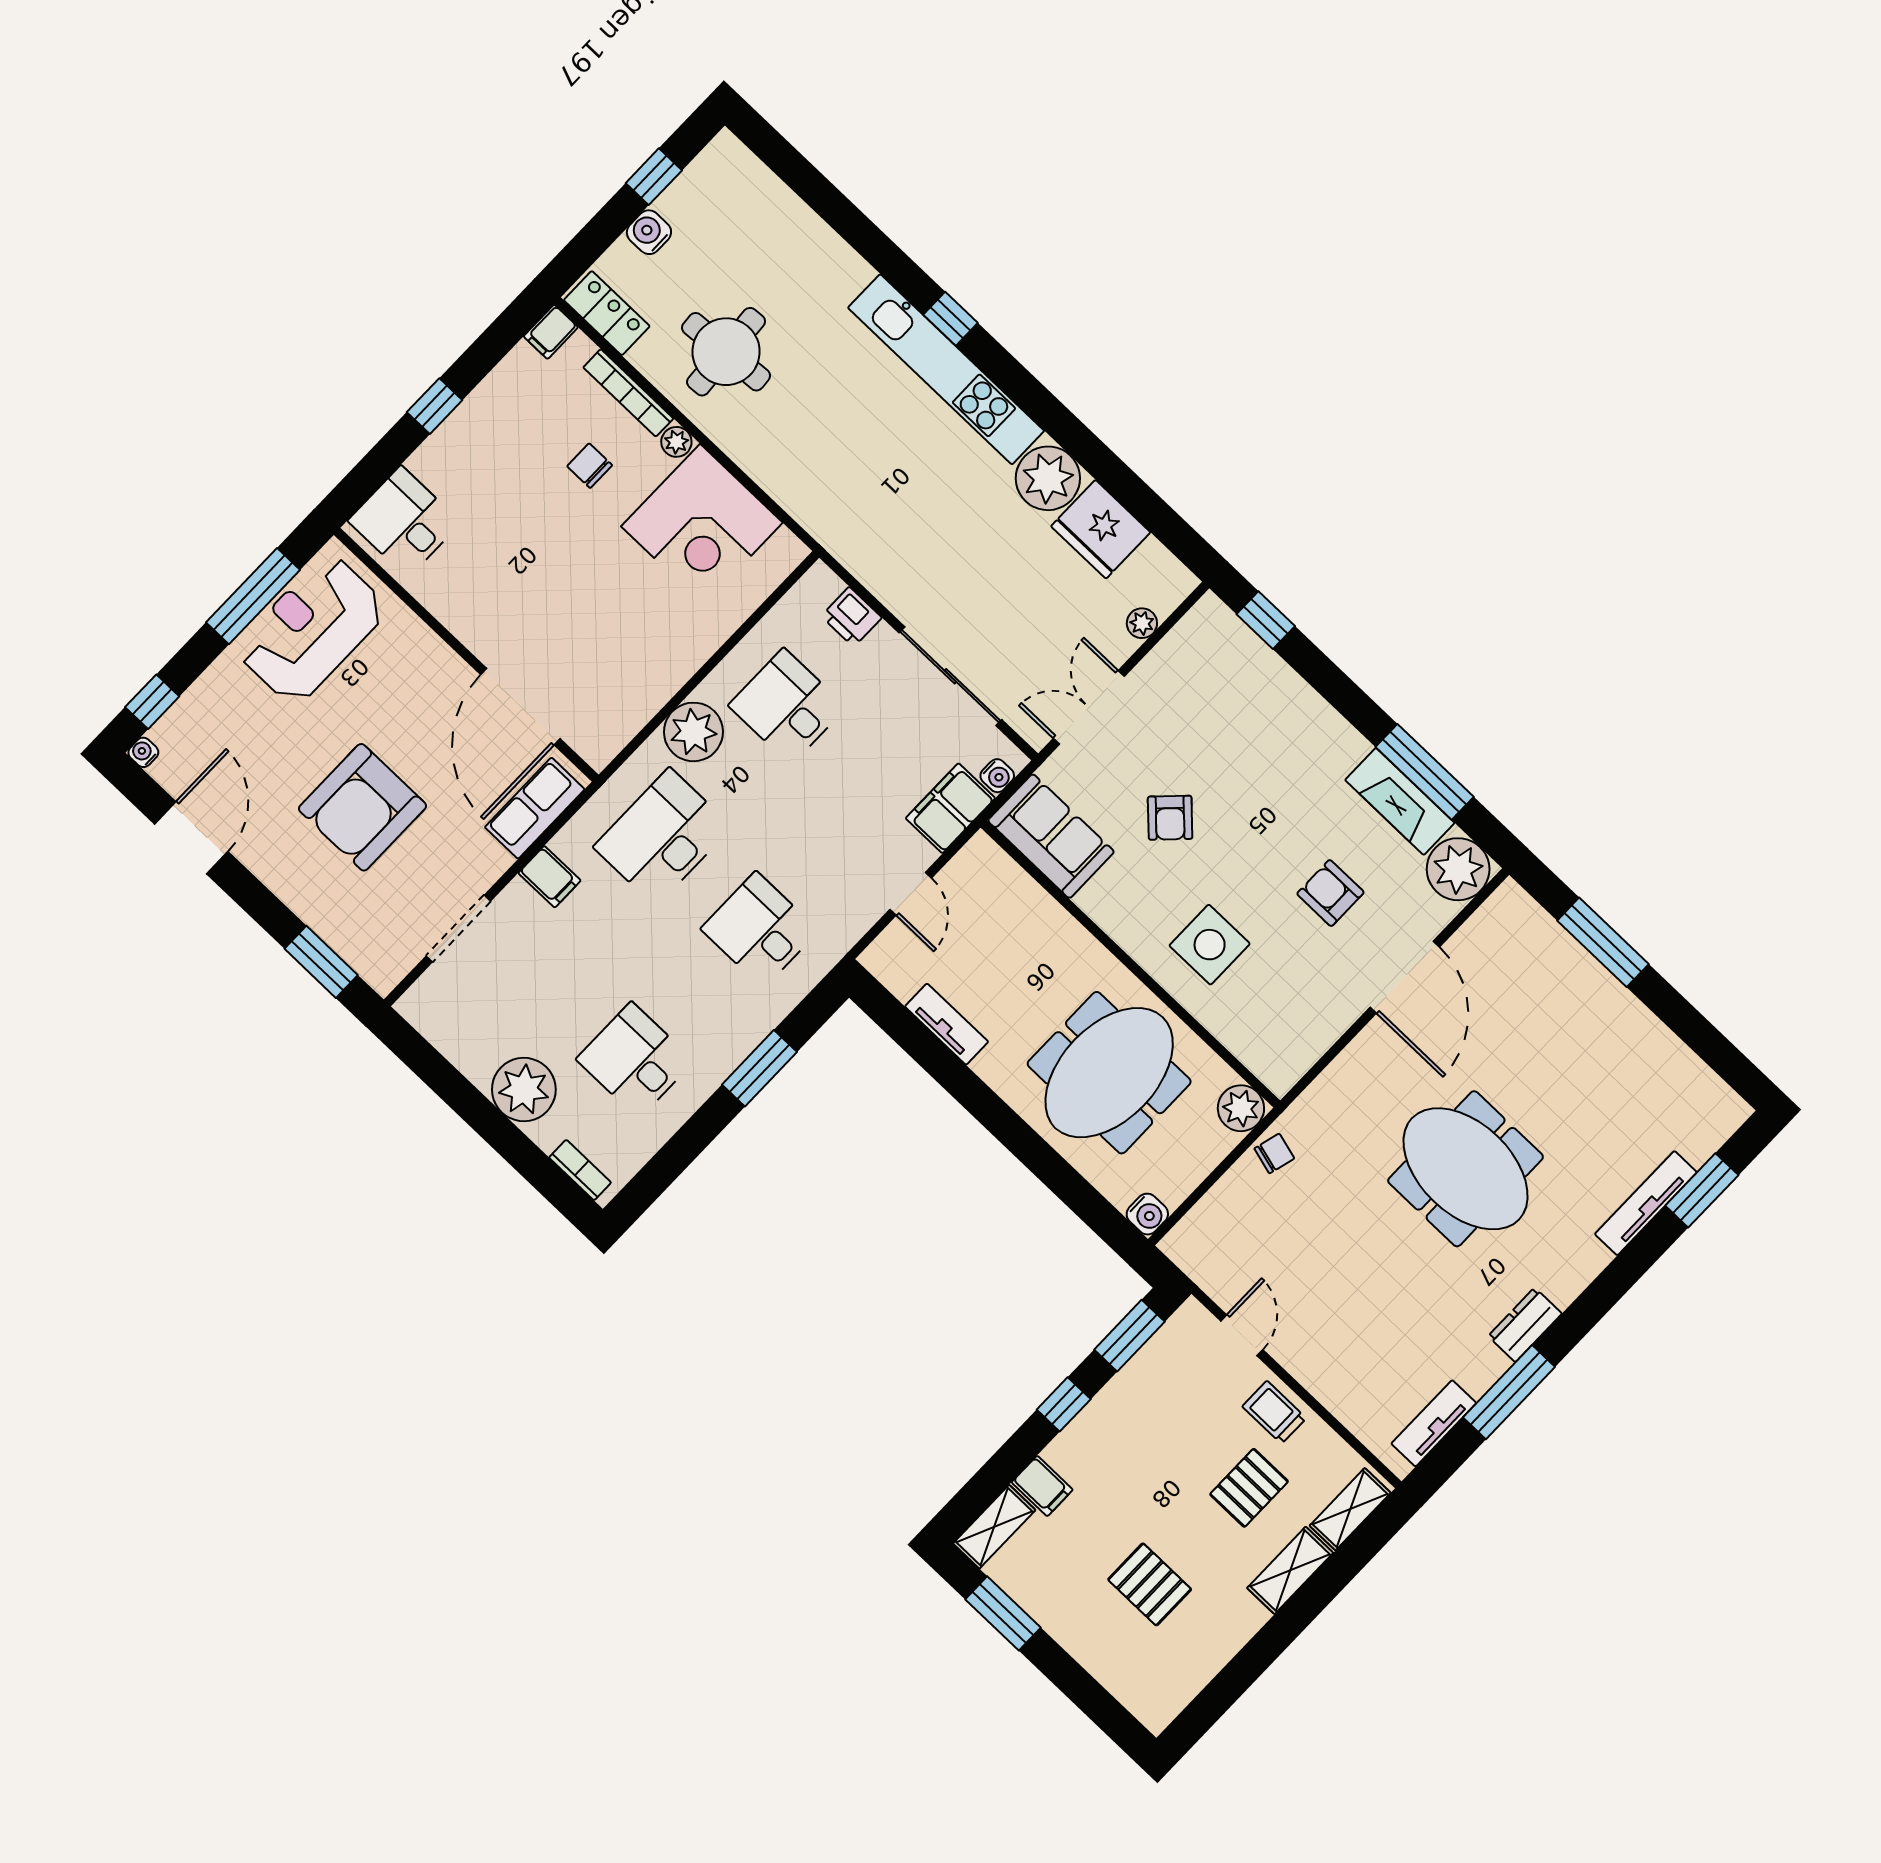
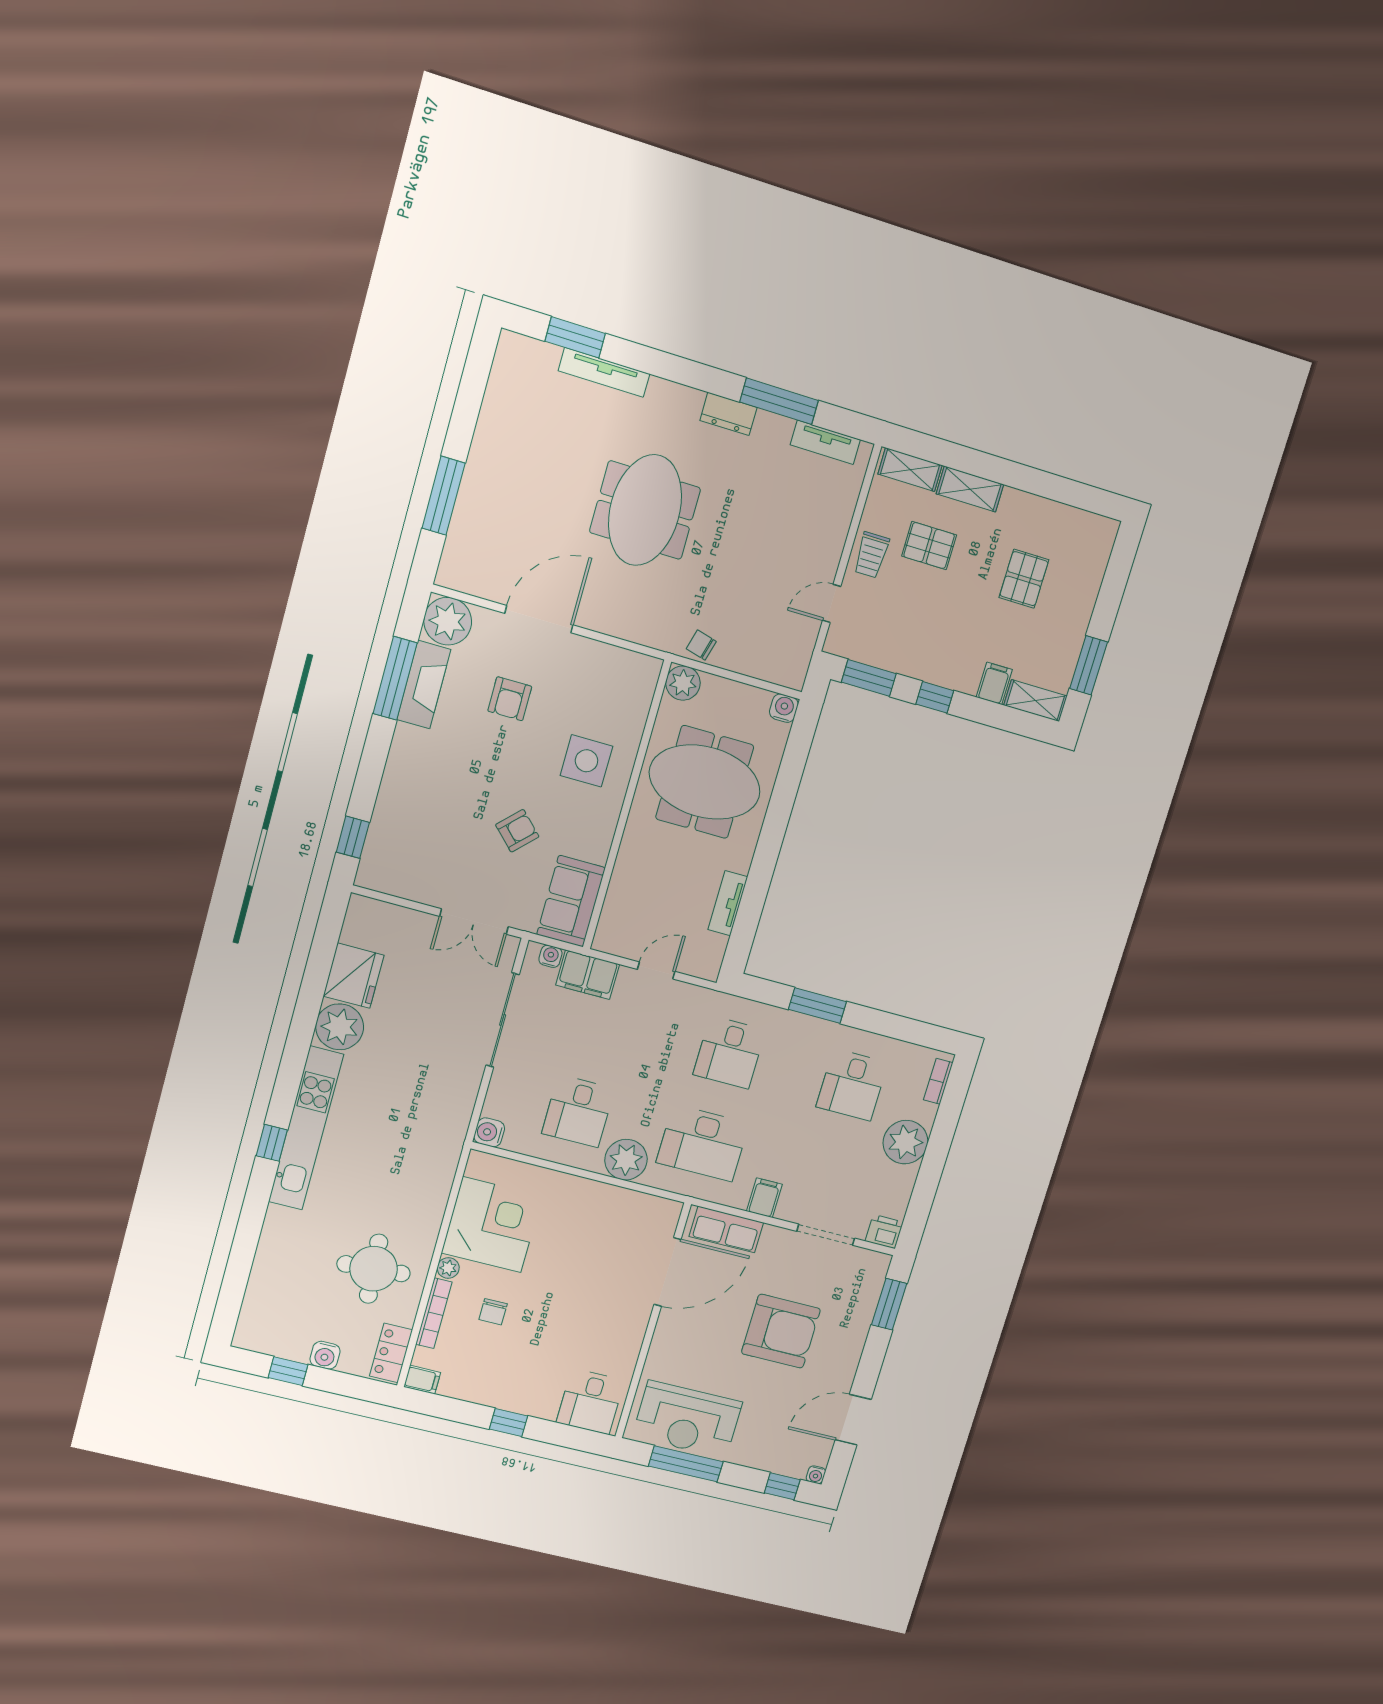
water cooler: (820, 585) -> (489, 1132), added
printer: (851, 617) -> (884, 1232), moved, turned -90
plant: (1142, 623) -> (400, 917), removed

